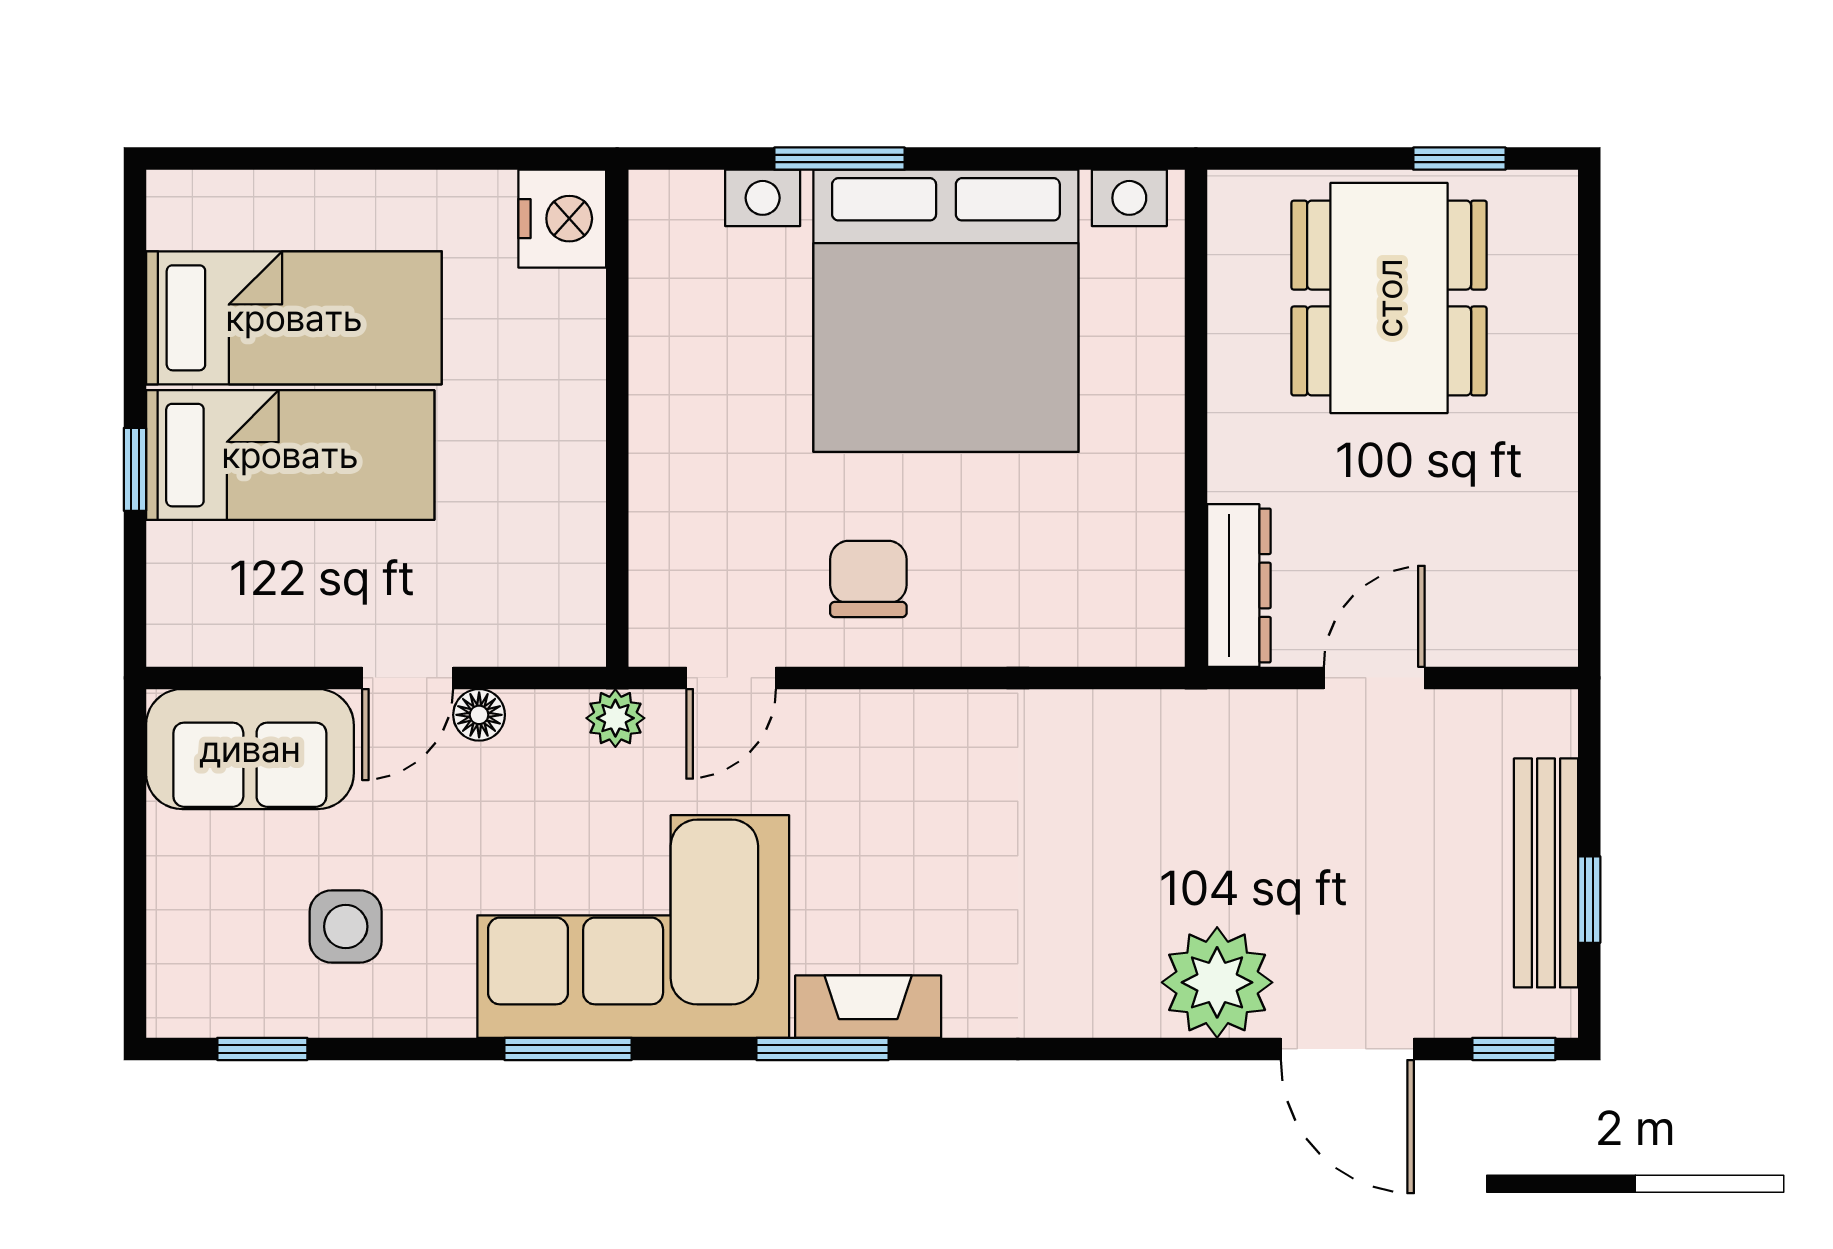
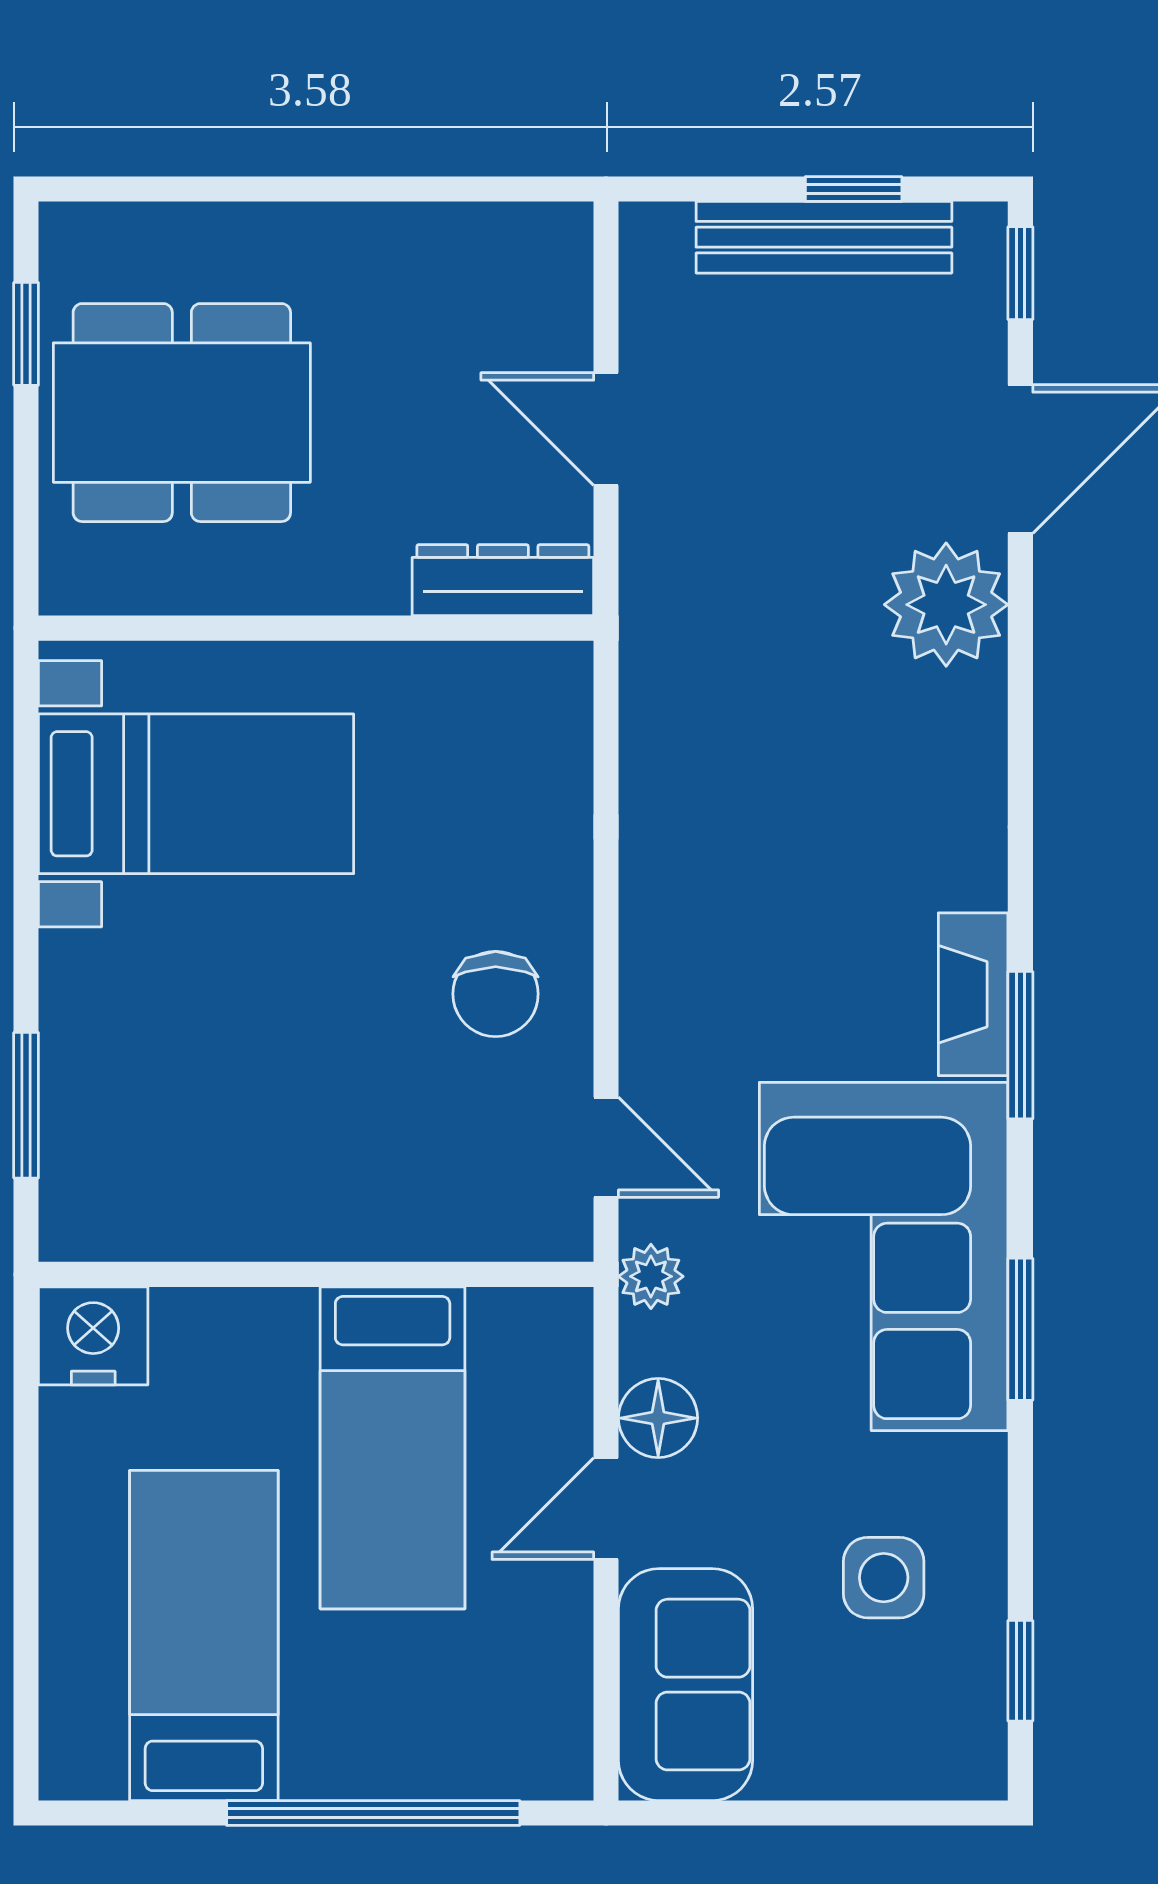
window: (839, 159) -> (26, 1105), moved
bed with nightstands: (946, 311) -> (196, 794), width x0.54
bed: (290, 455) -> (393, 1448), moved, turned 180
window: (135, 469) -> (373, 1813), width x3.17
chair: (868, 579) -> (496, 994), turned -90
door: (408, 678) -> (606, 1509), swing flipped
floor lamp: (479, 715) -> (658, 1418), width x1.37, depth x1.37

